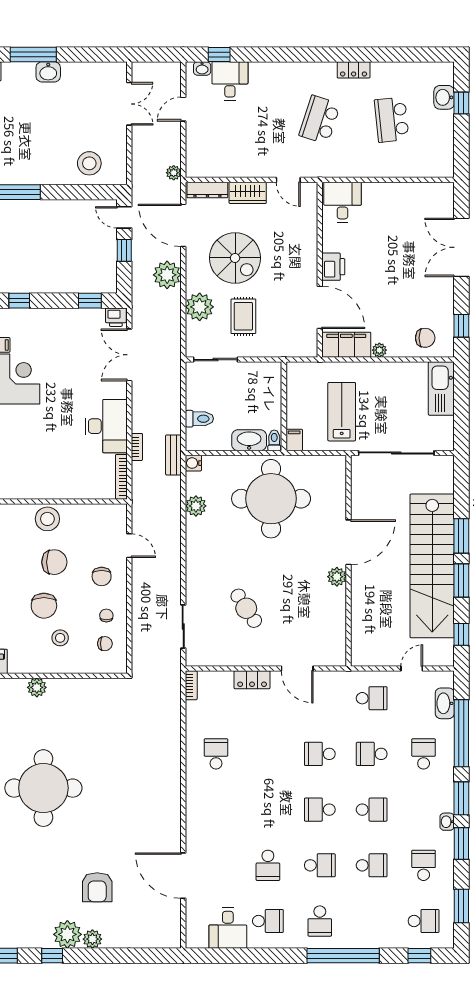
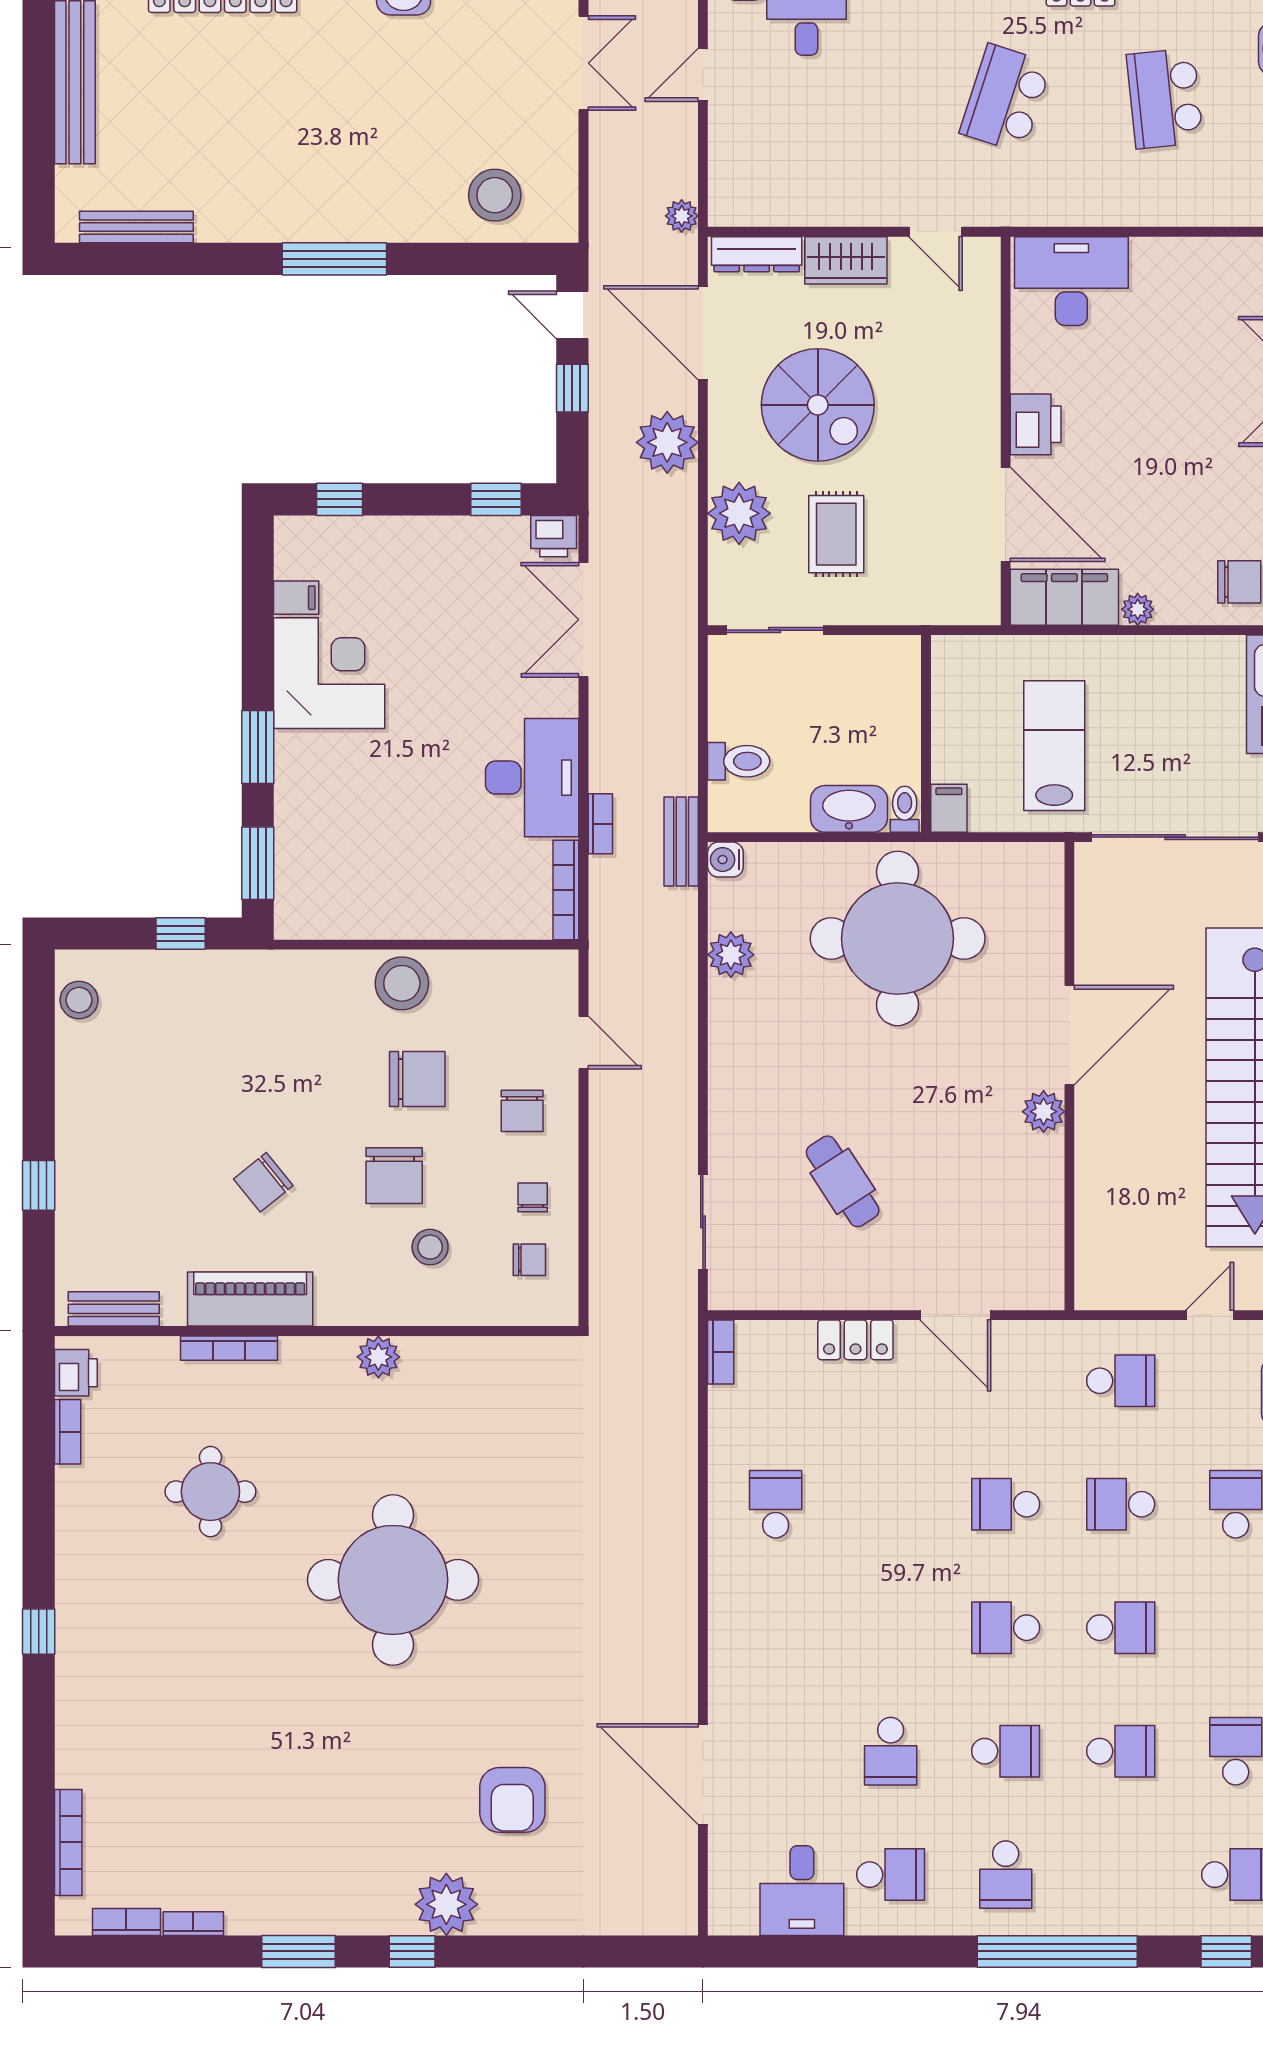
desk: (342, 202) -> (1071, 281), width x1.37
plant: (92, 939) -> (502, 1915), removed

